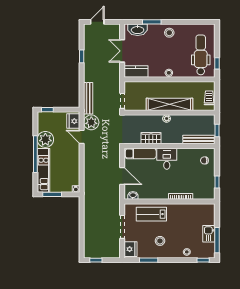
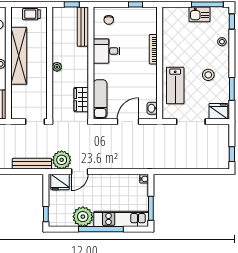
shelving: (169, 104) -> (19, 56), moved
wardrobe: (151, 138) -> (81, 100), moved
desk: (167, 159) -> (107, 51), moved

